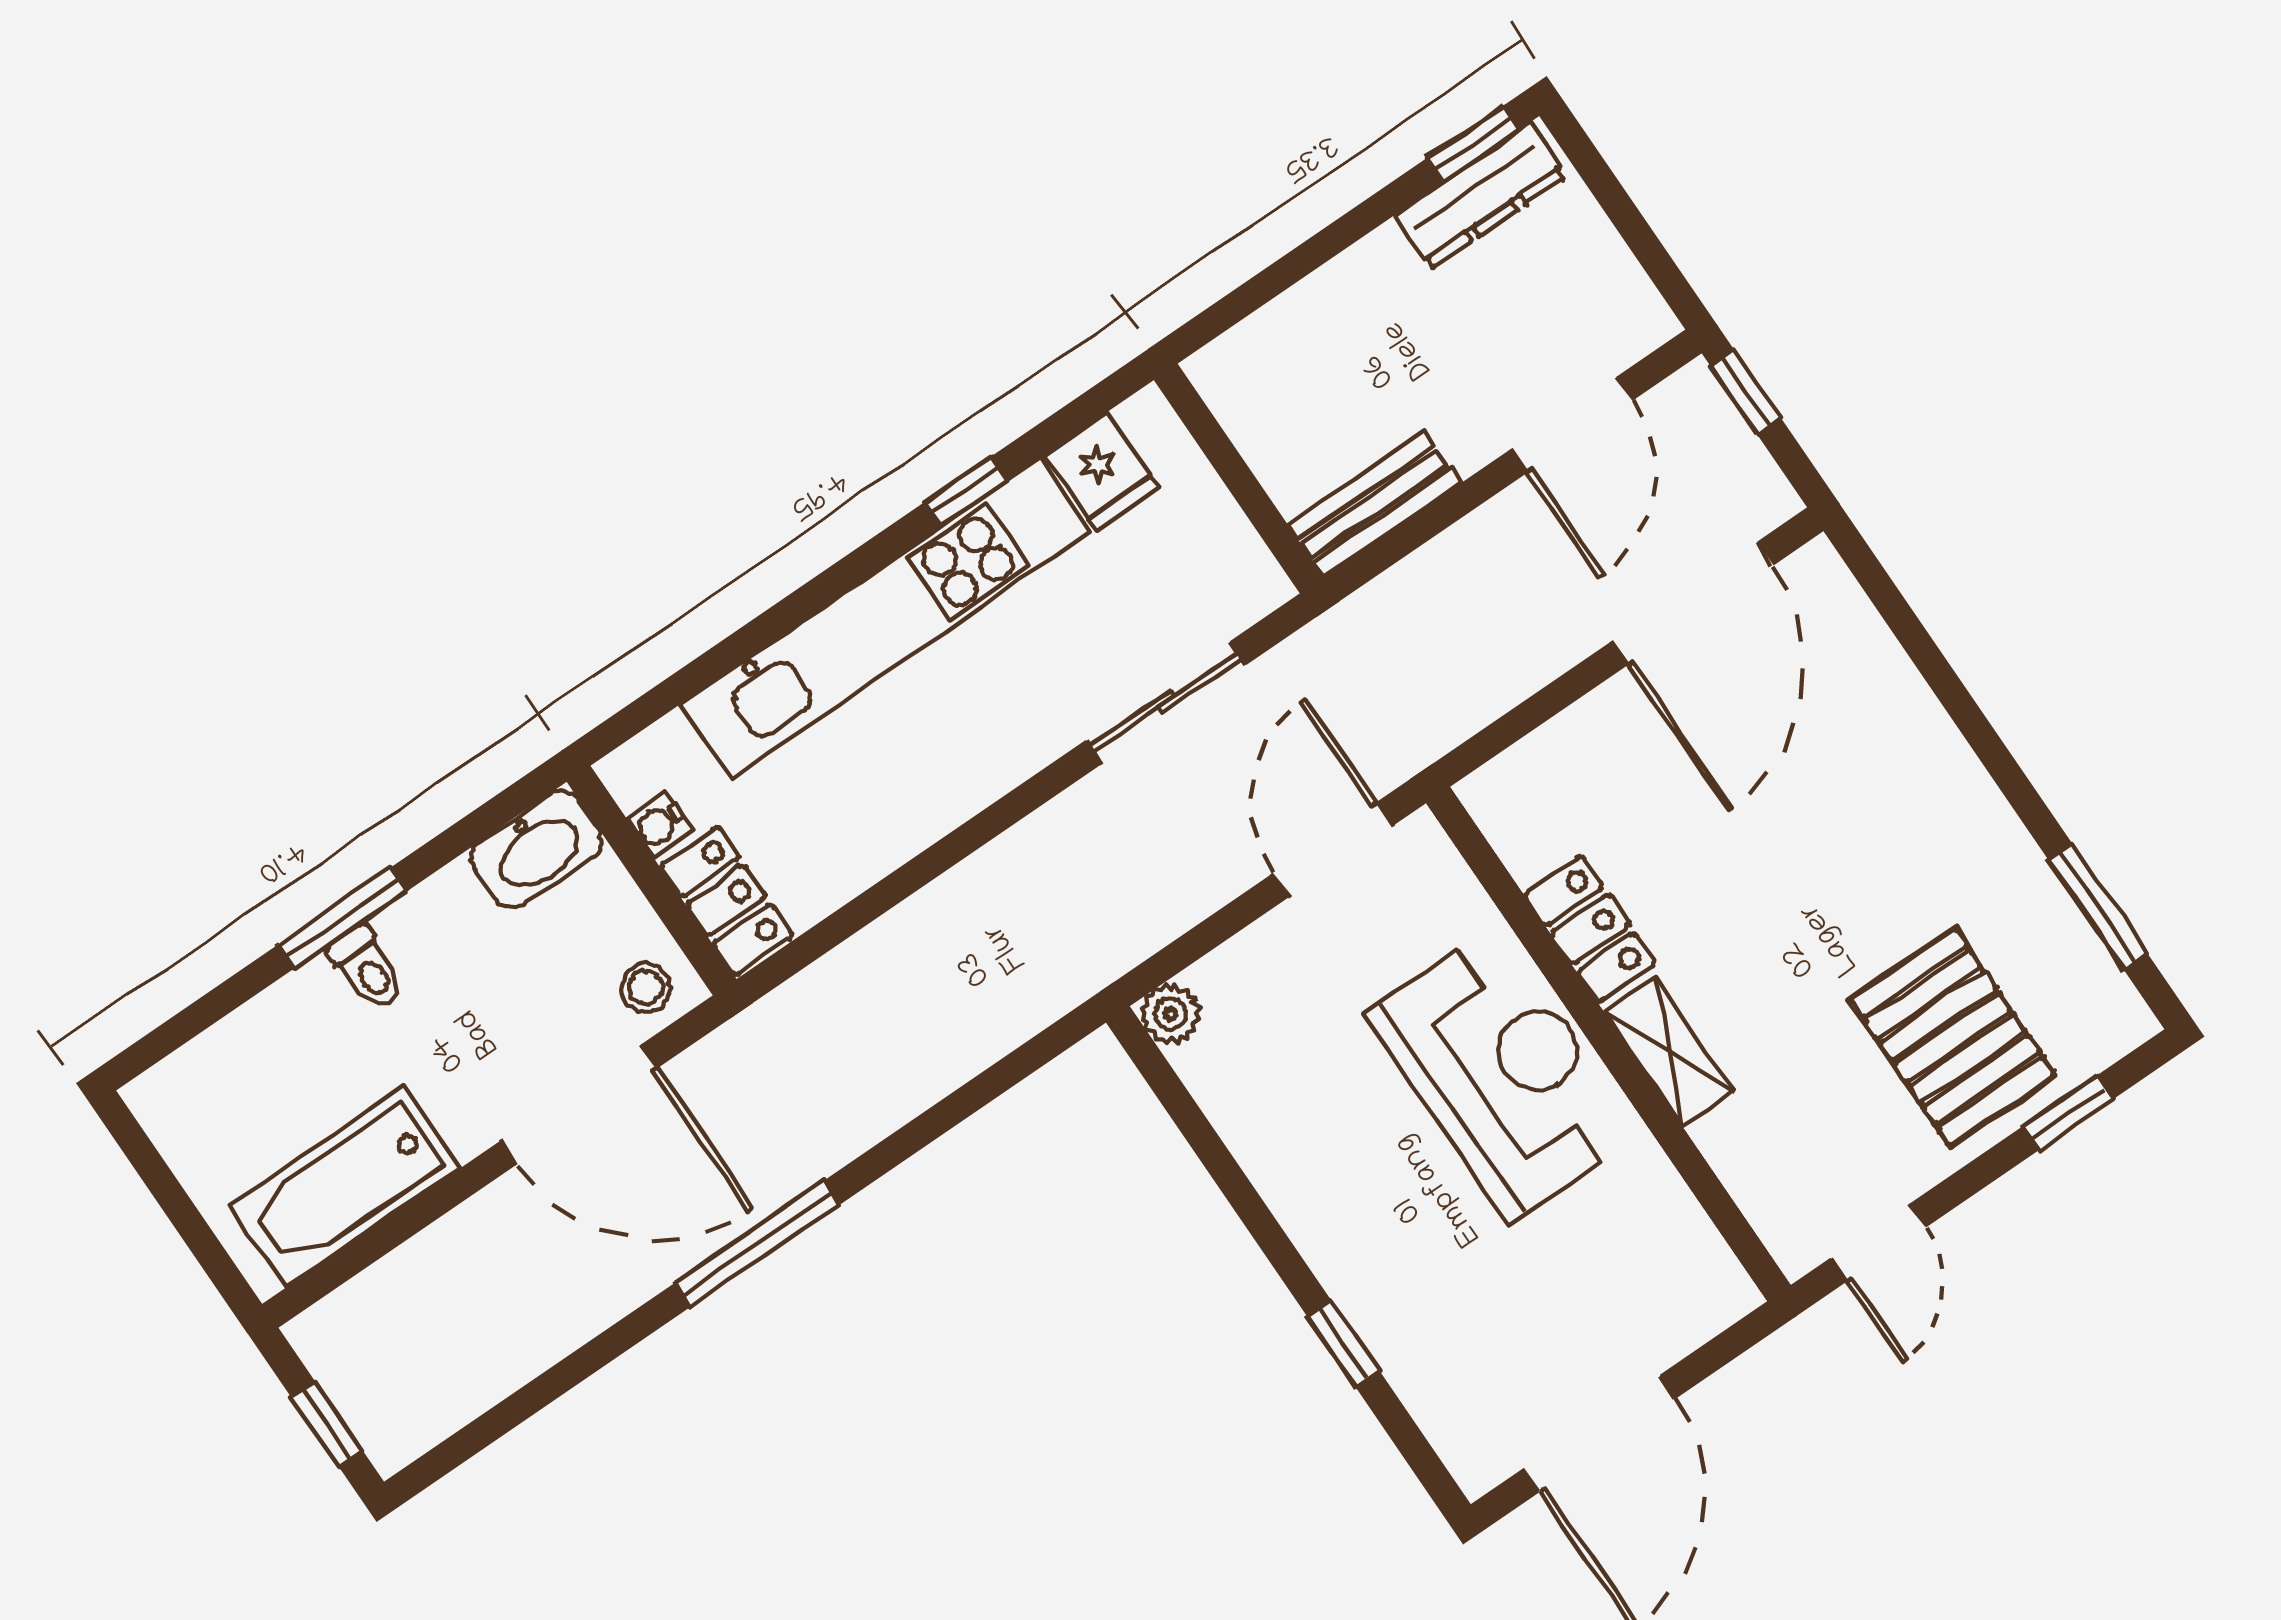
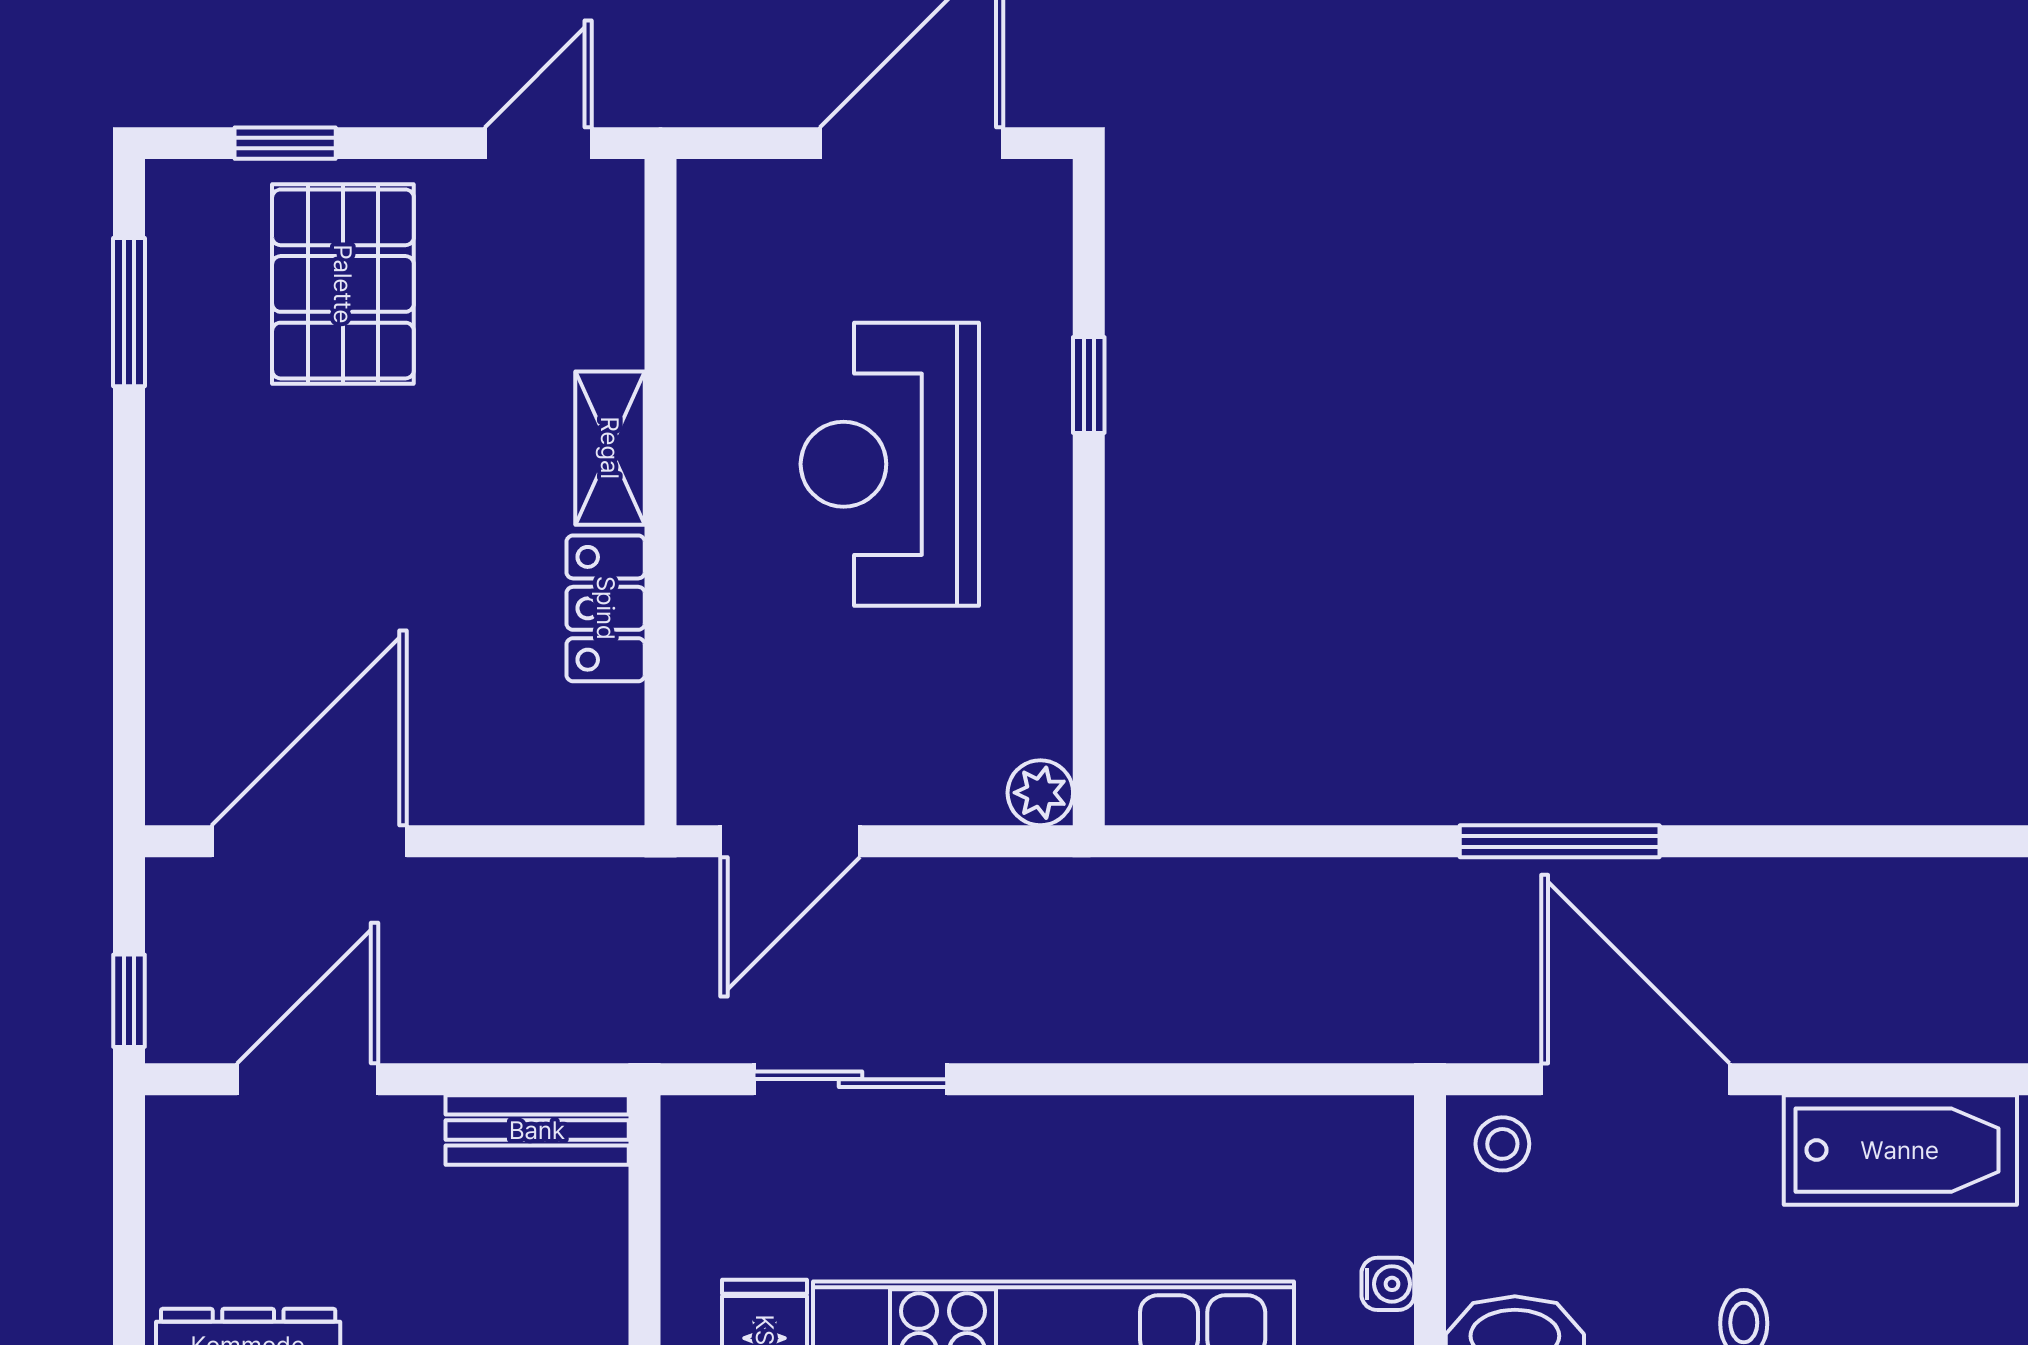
locker: (726, 901) -> (1375, 1173), removed
reception desk: (1503, 1074) -> (890, 464), moved

